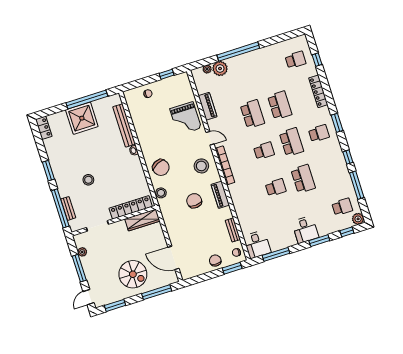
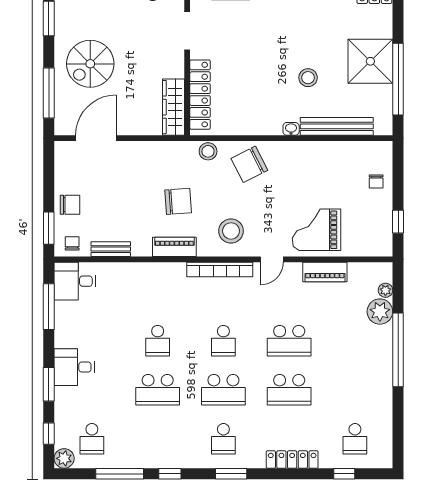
stool: (88, 180) -> (308, 78), moved

